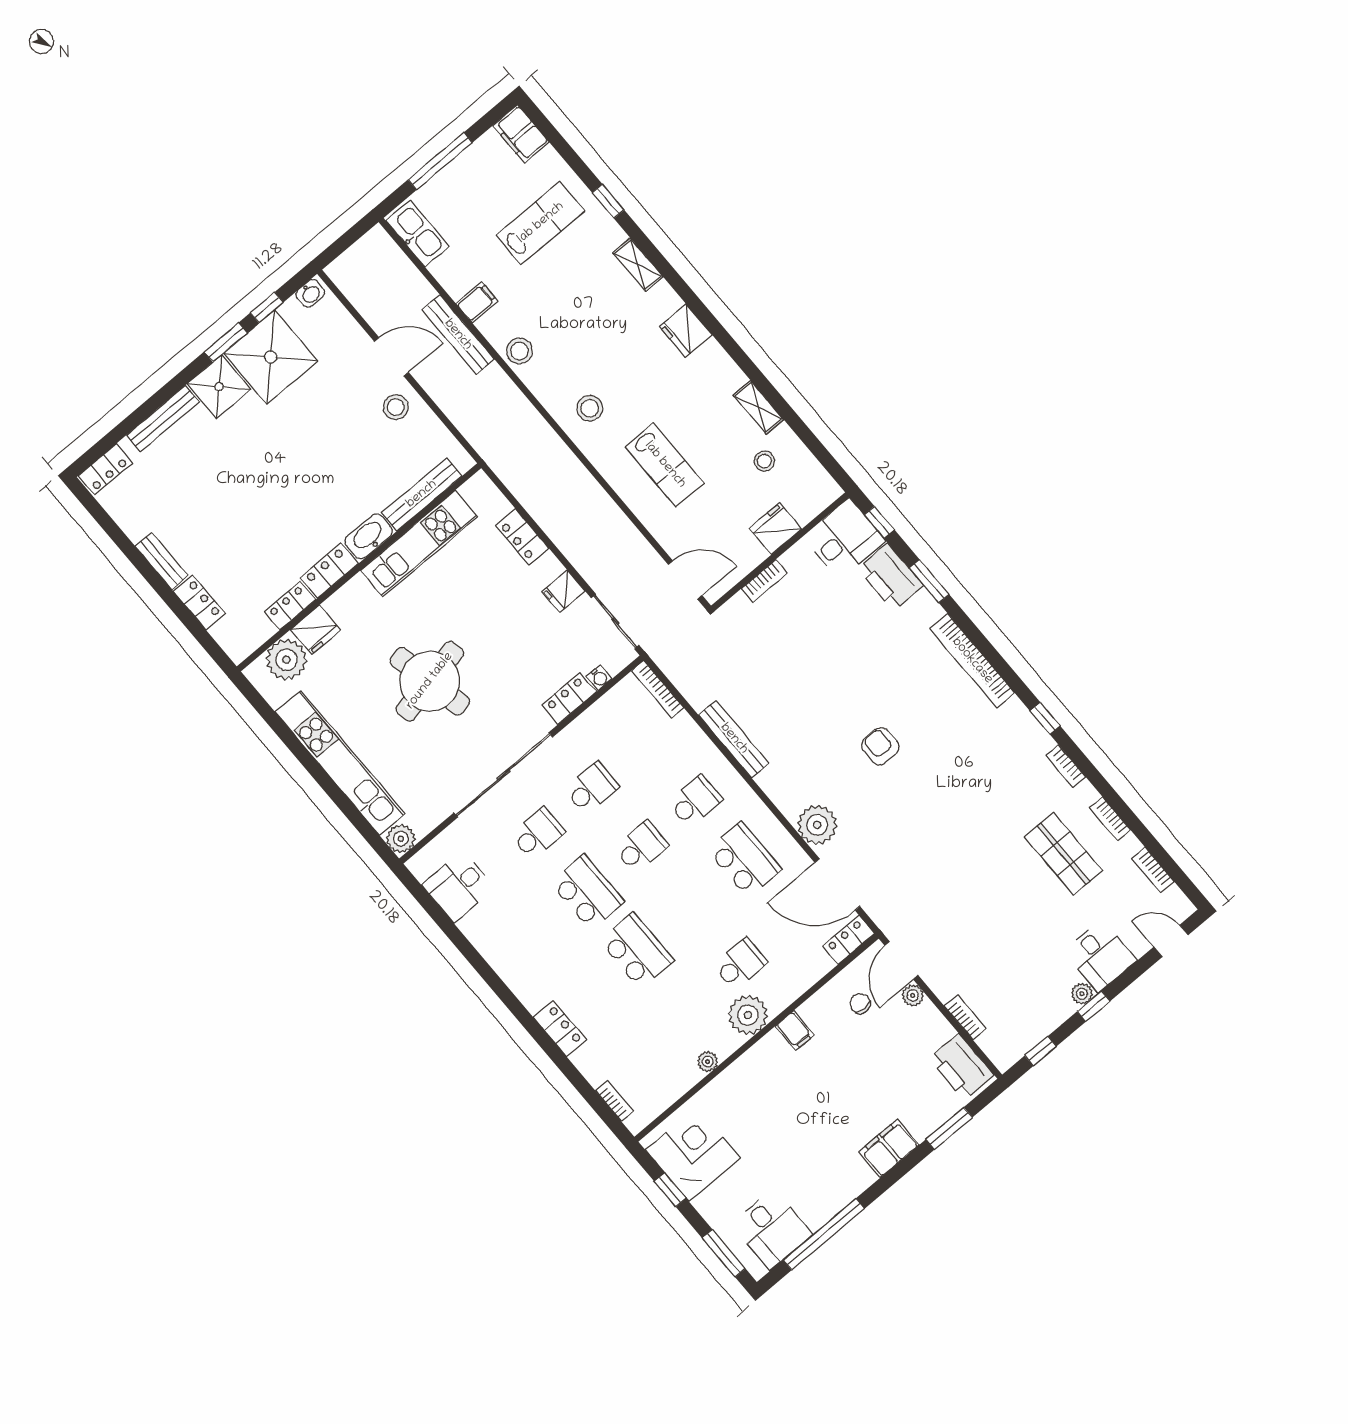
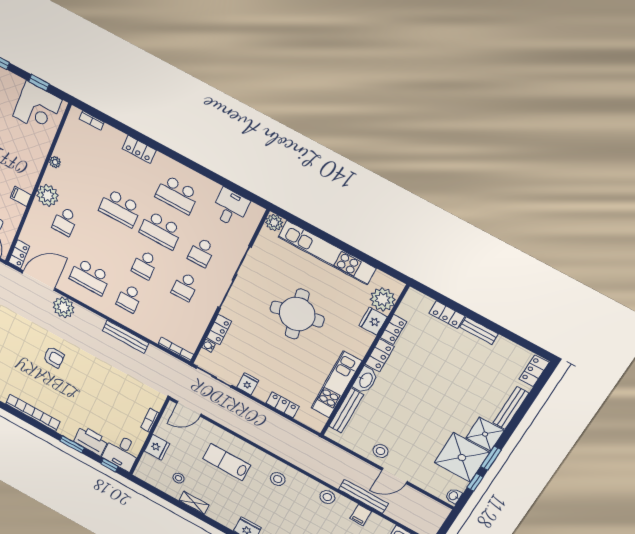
school desk: (533, 938) -> (177, 195), added

